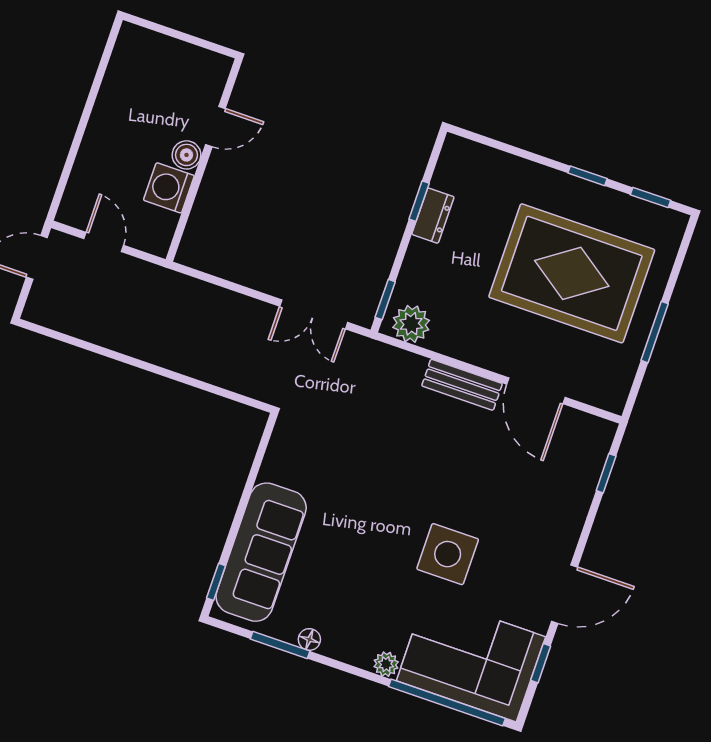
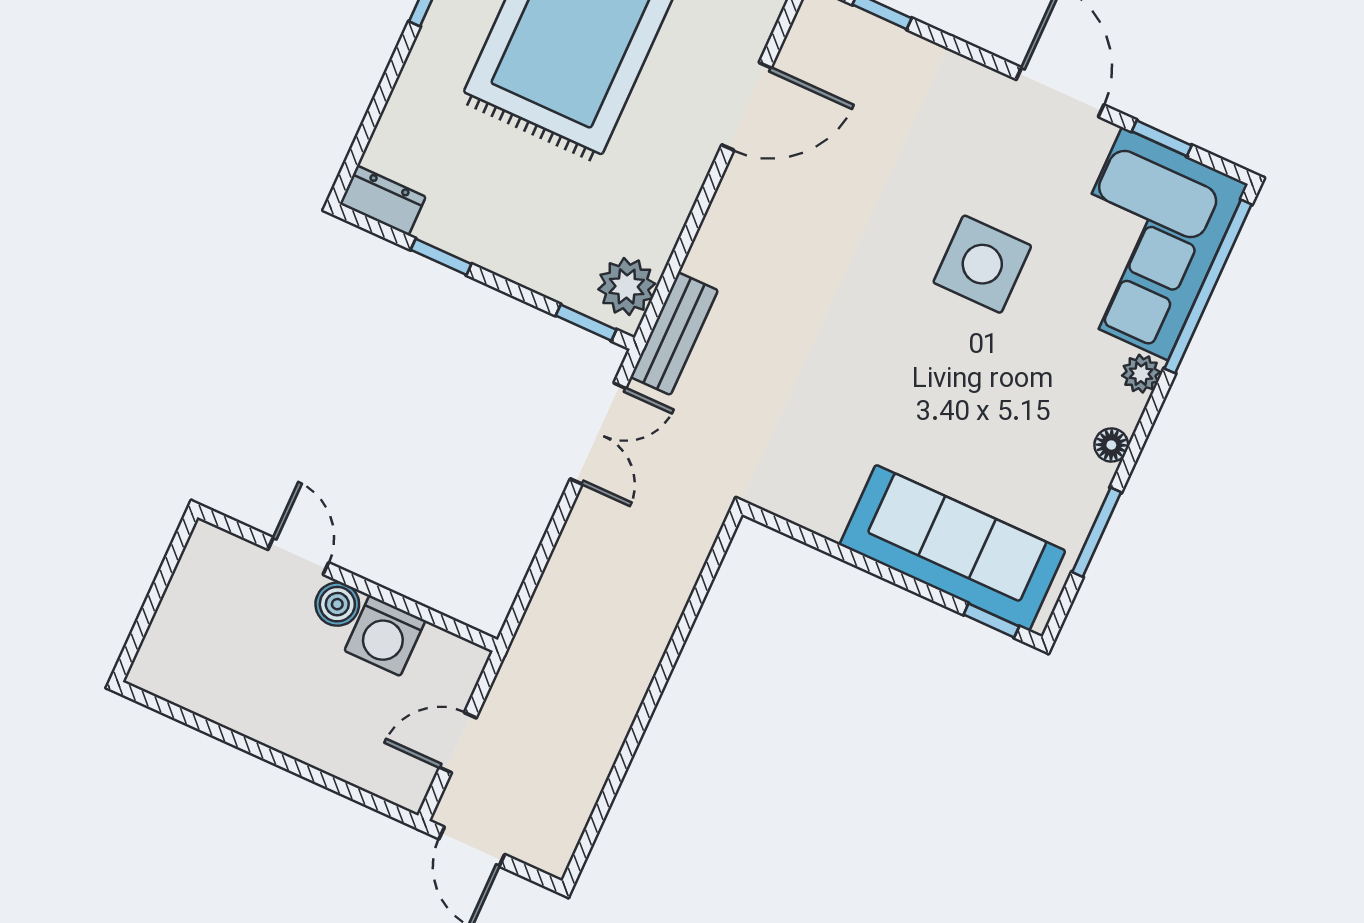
dresser: (433, 216) -> (383, 200), moved
bench: (462, 385) -> (674, 334), moved
floor lamp: (309, 639) -> (1111, 445), moved

